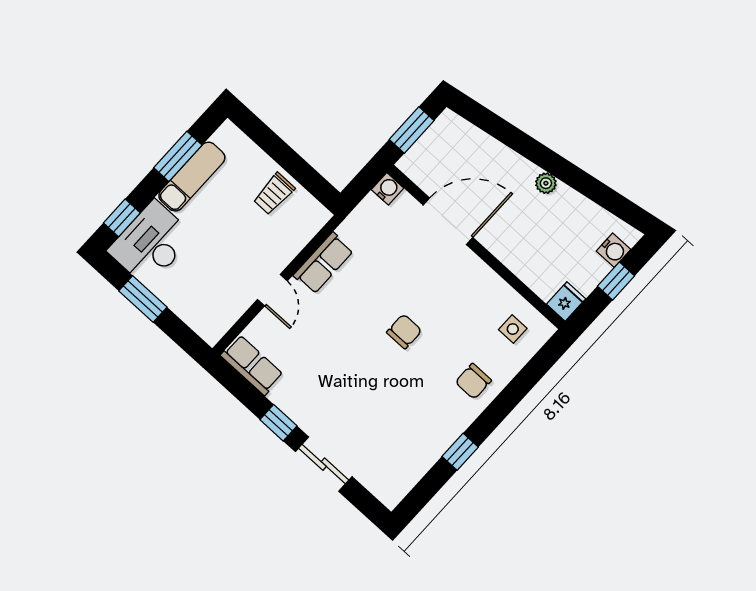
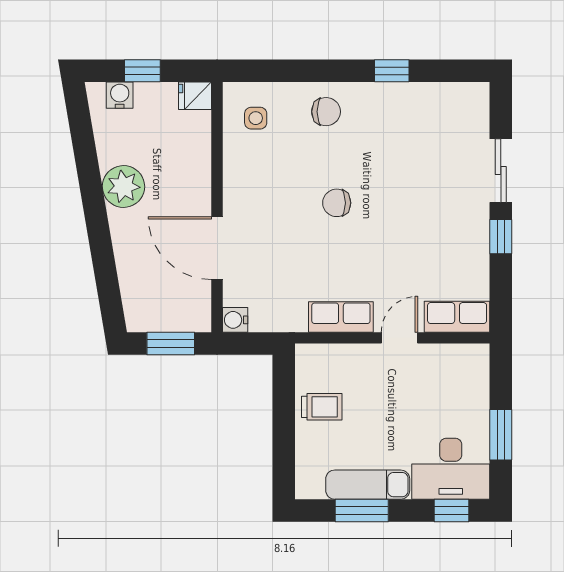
plant: (546, 183) -> (123, 187), width x1.88, depth x1.88
row of seats: (252, 365) -> (457, 317), moved, turned 90

